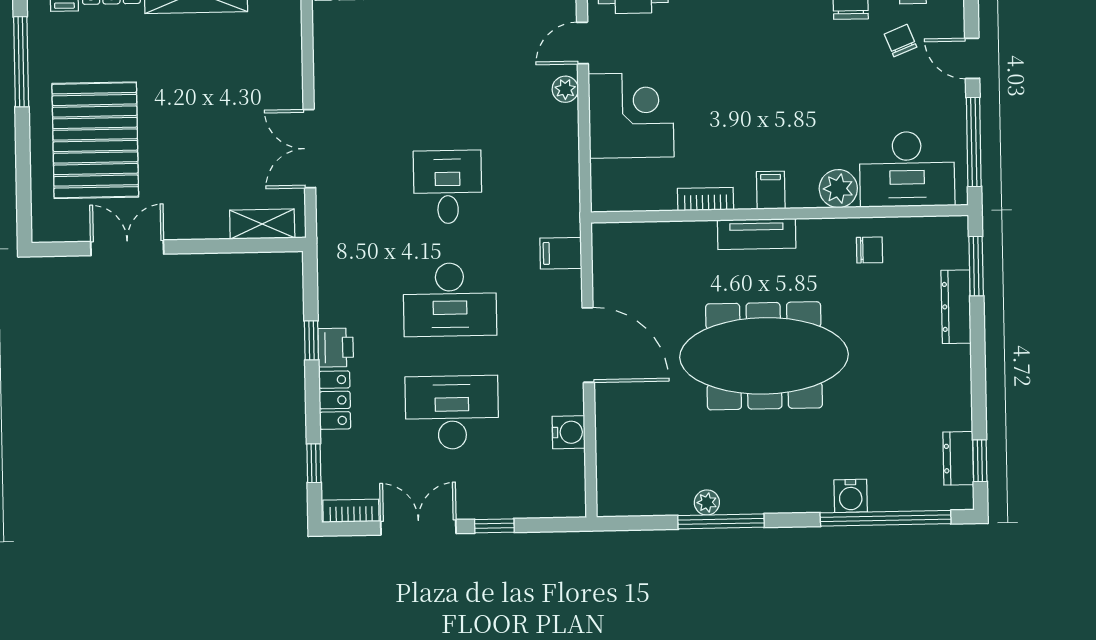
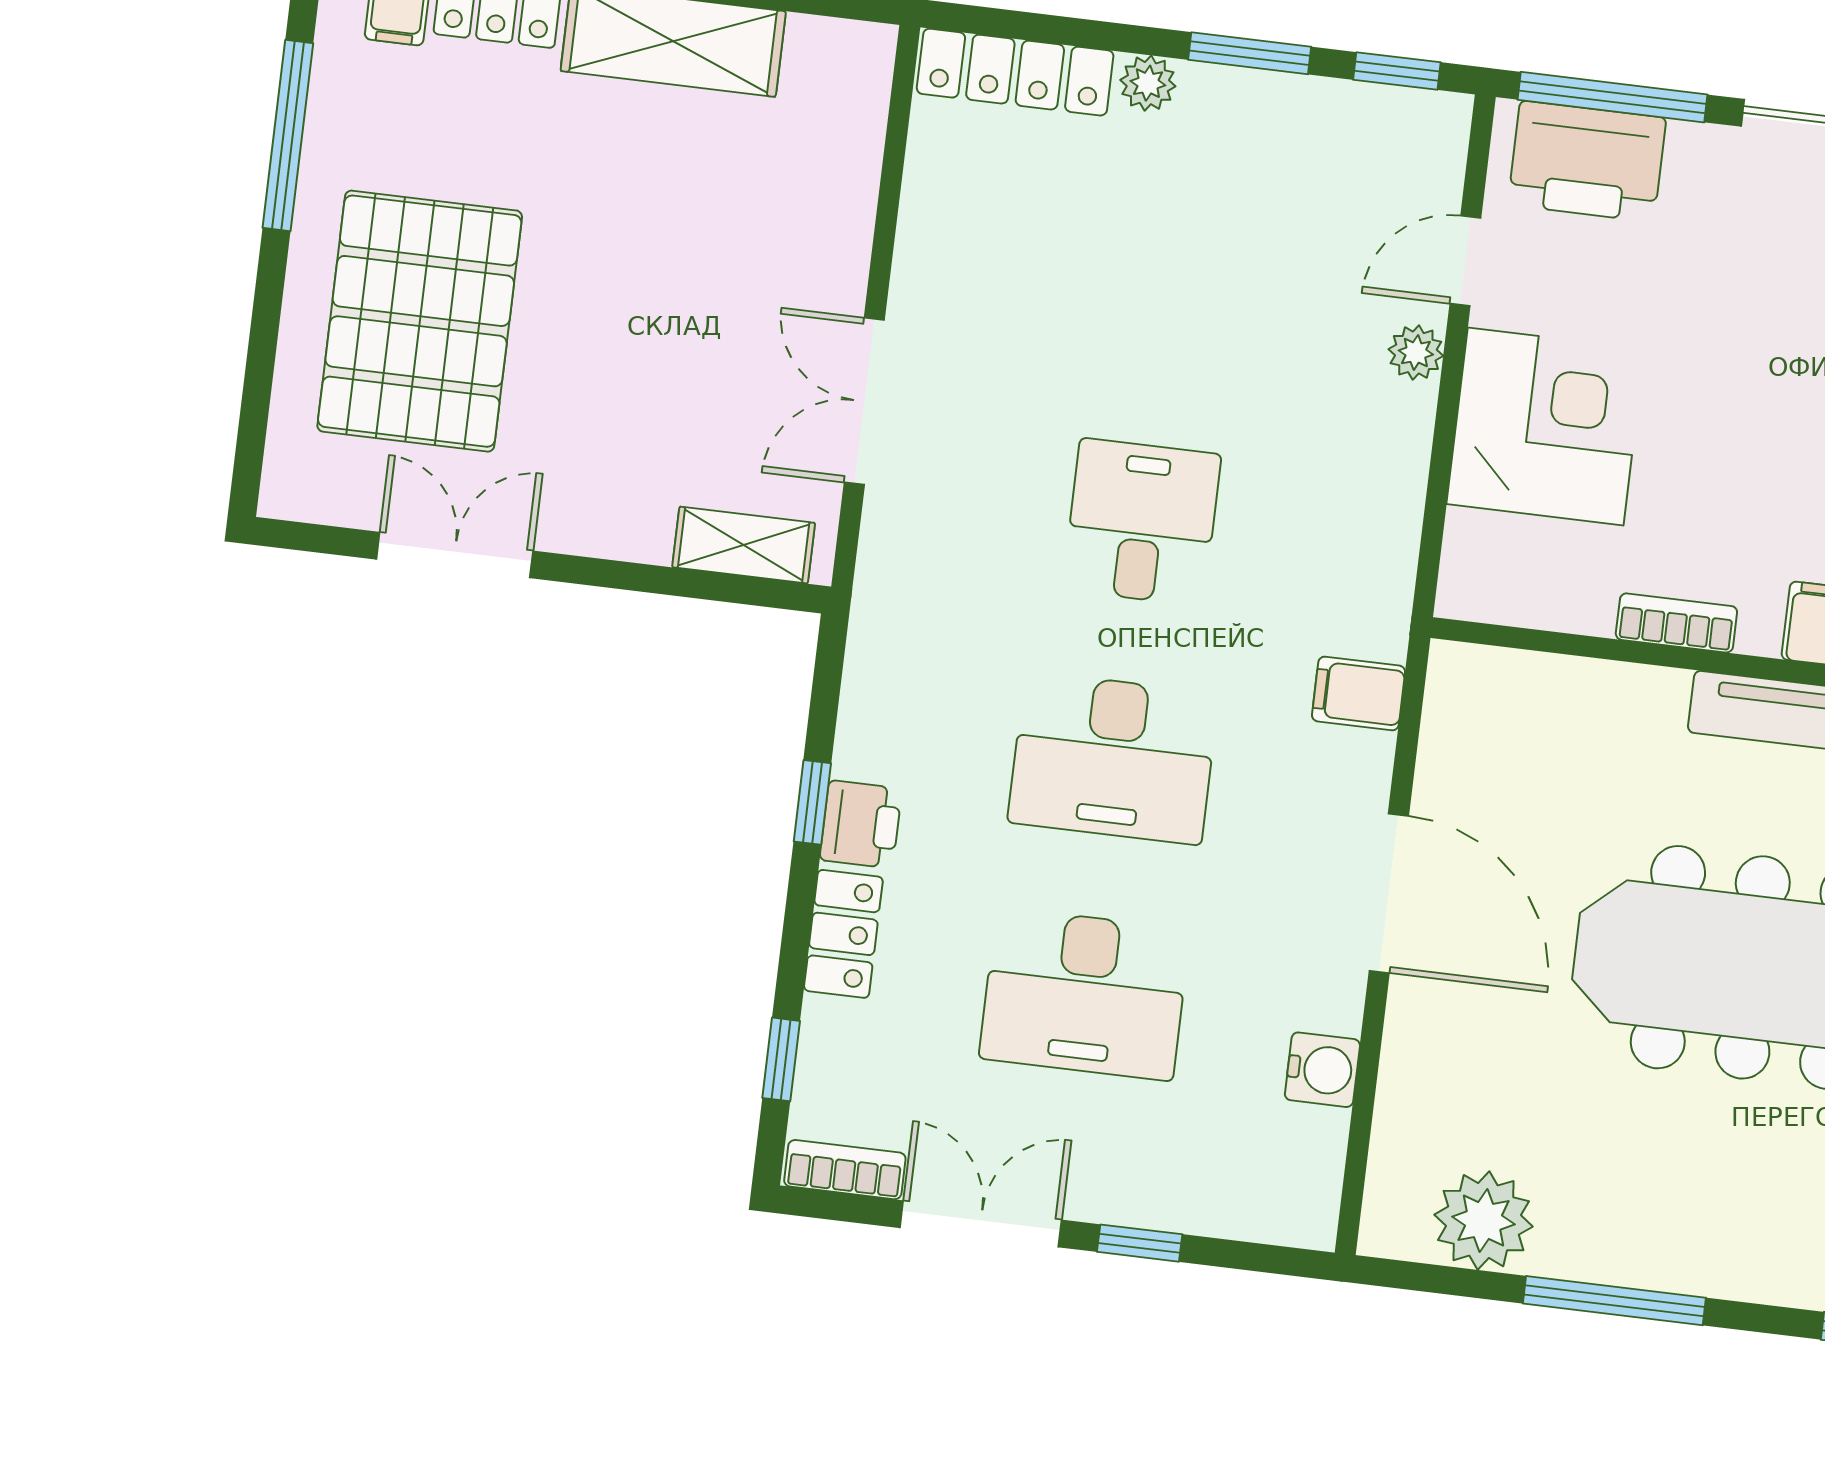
desk: (452, 412) -> (1085, 994), turned 180
plant: (707, 502) -> (1483, 1221), moved, width x1.88, depth x1.88

